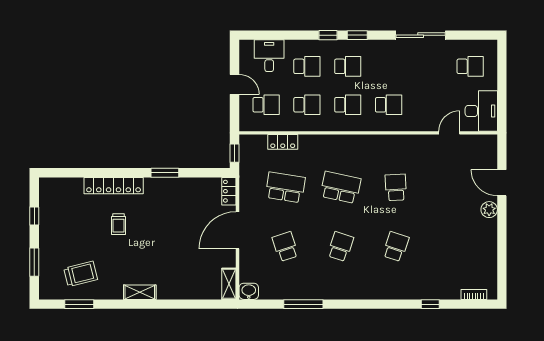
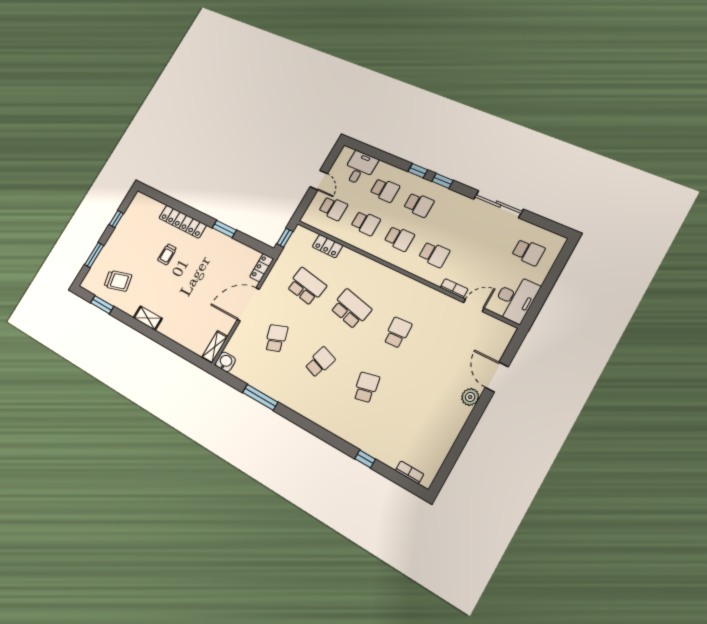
bookcase: (424, 126) -> (454, 288), added
school desk: (396, 247) -> (366, 387), turned -30

